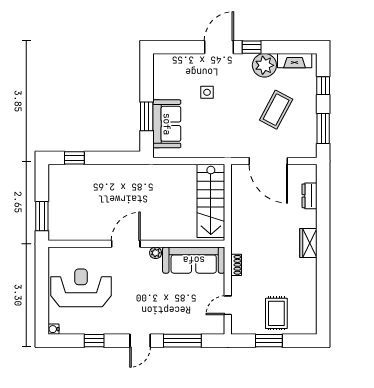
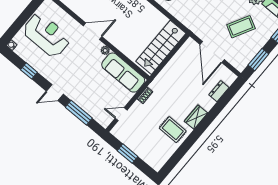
rug: (276, 313) -> (173, 130), moved, turned 90

